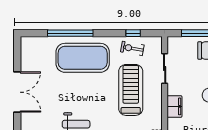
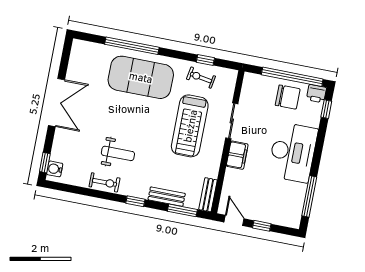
sliding door: (165, 68) -> (232, 121), moved
treadmill: (131, 90) -> (190, 126), turned 180

